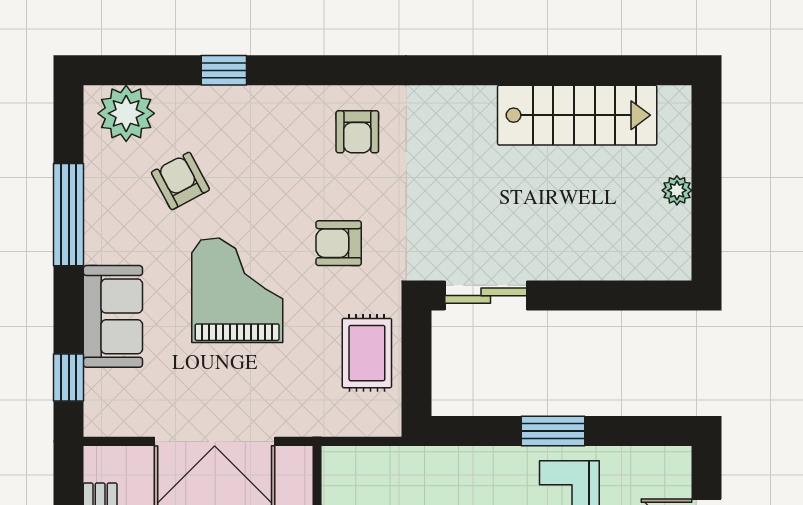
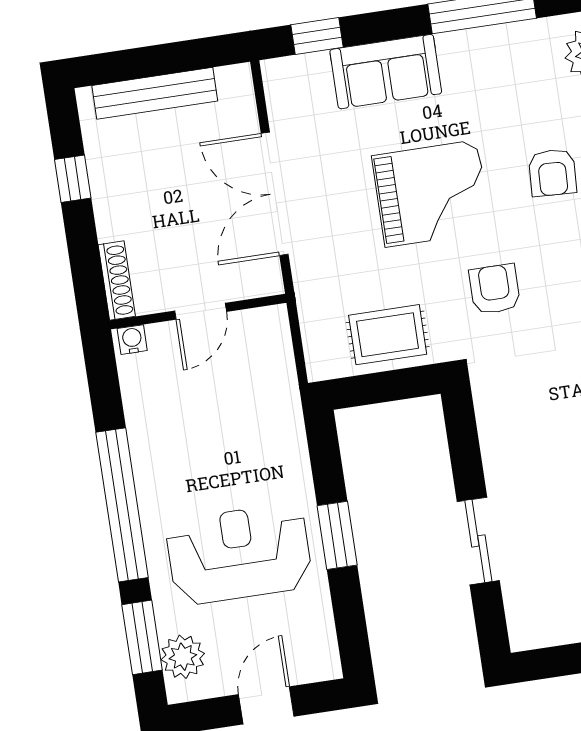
armchair: (180, 181) -> (553, 173), moved, turned 121
sliding door: (486, 296) -> (478, 541), moved

